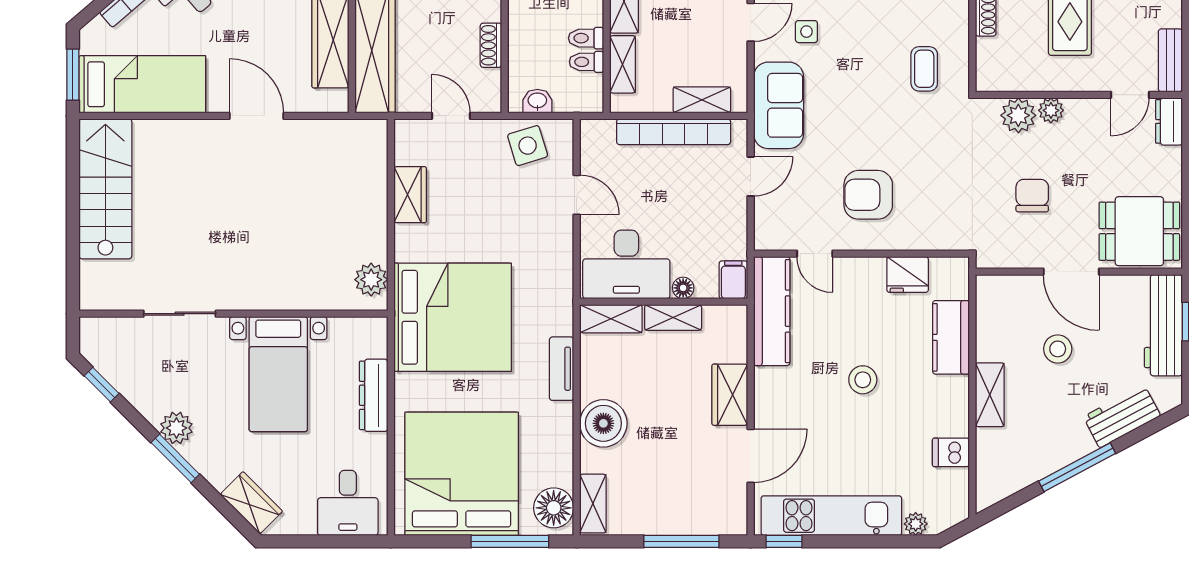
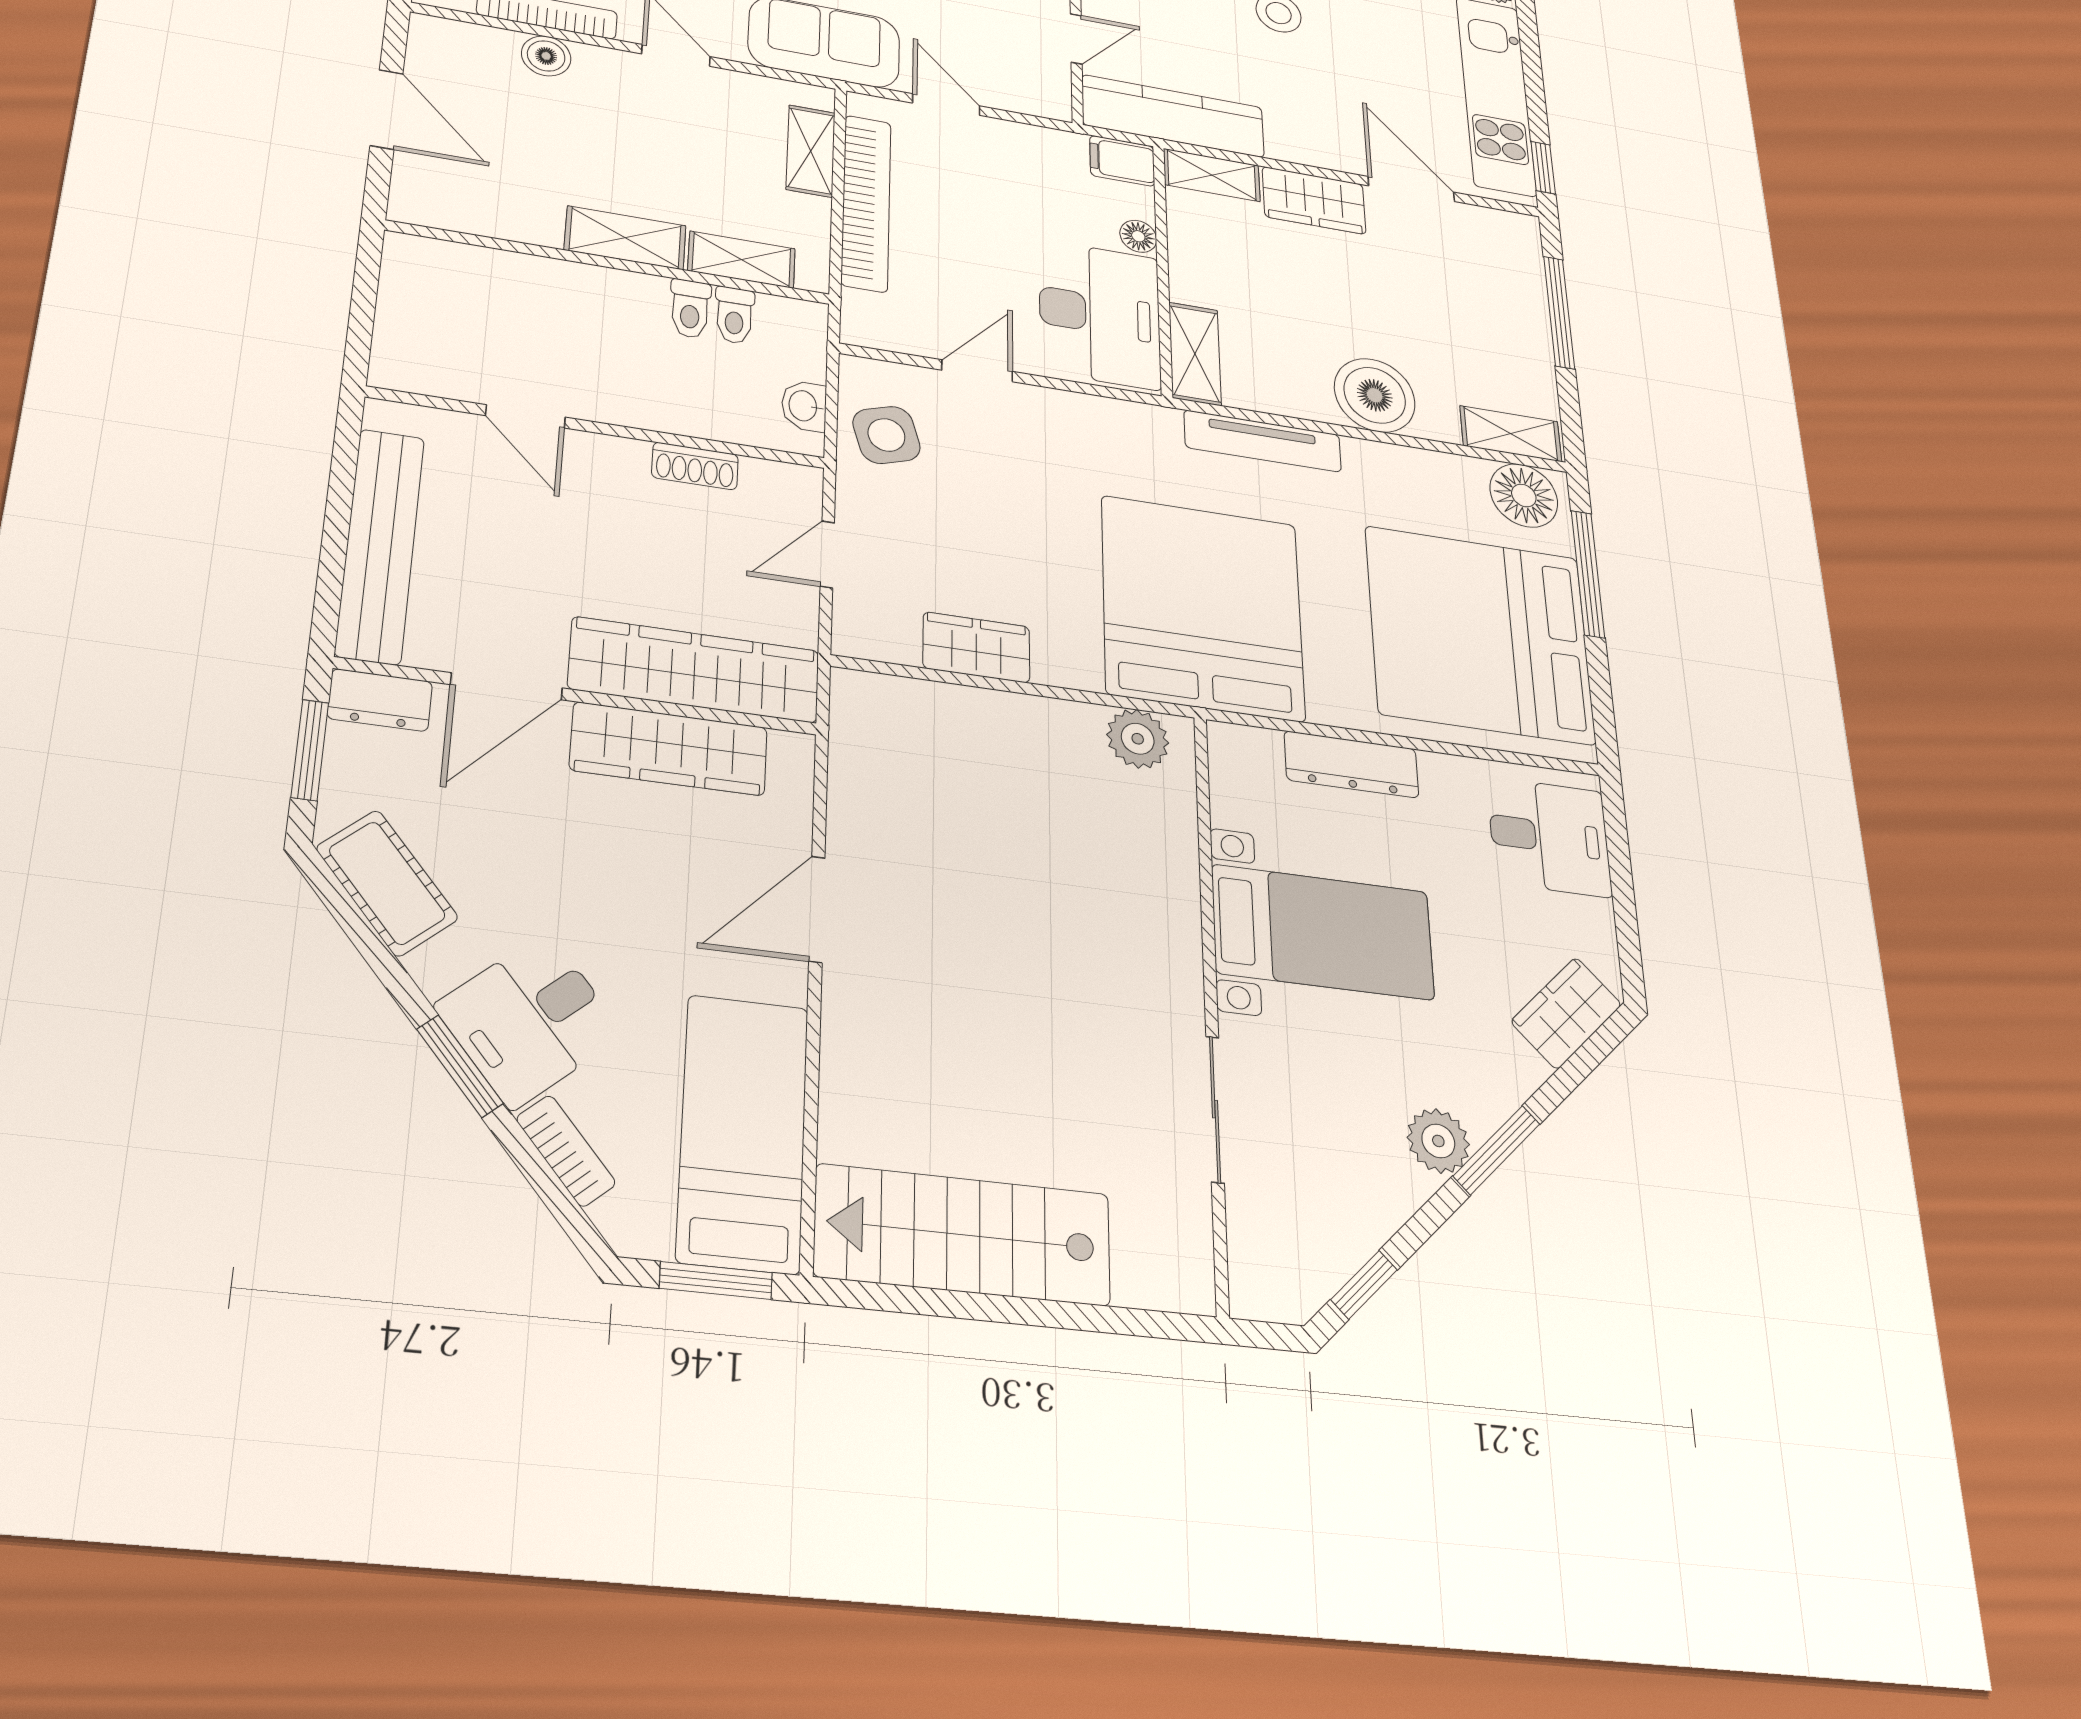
shelving: (673, 317) -> (1212, 175), moved, turned 90
tv unit: (562, 369) -> (1263, 441), width x1.41

